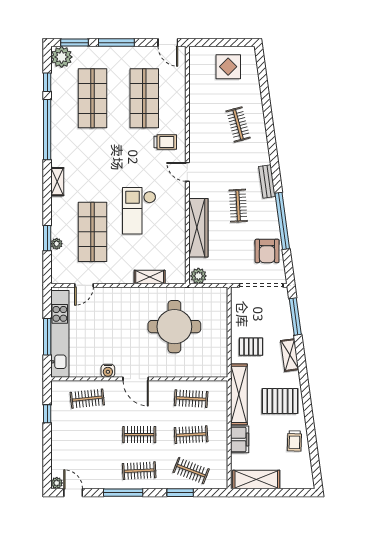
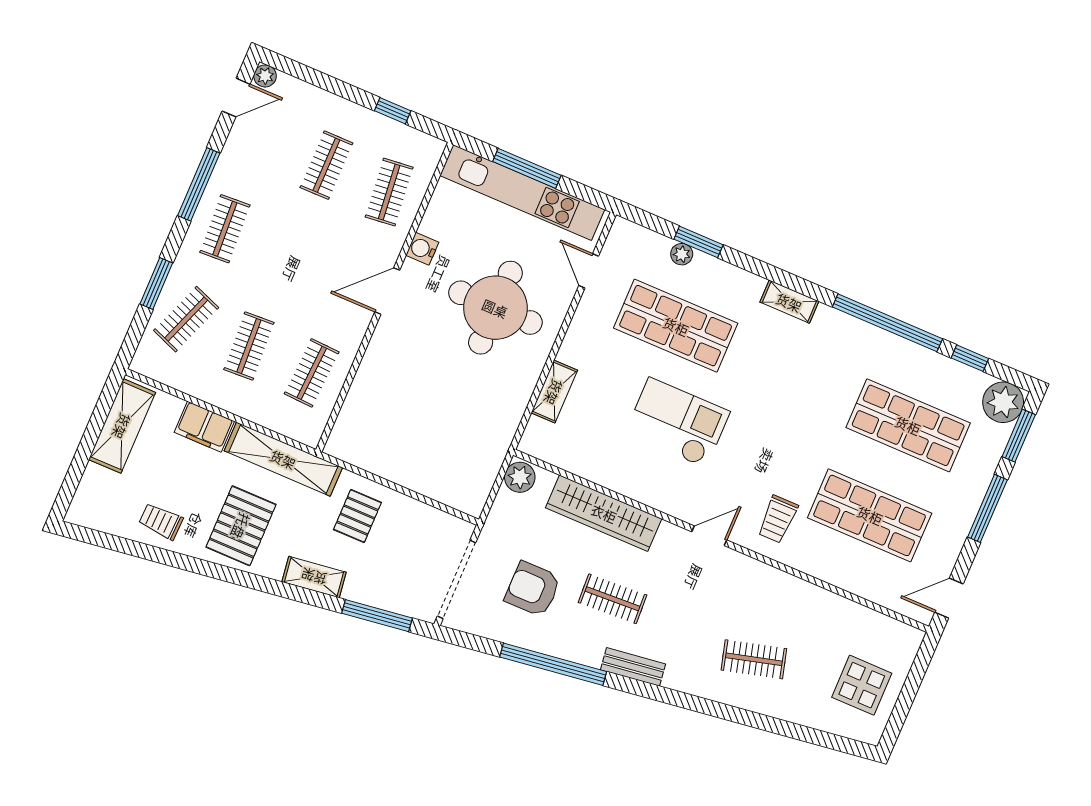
armchair: (267, 251) -> (533, 589), moved
round table: (174, 327) -> (495, 308), moved
clothes rail: (139, 435) -> (326, 165), moved

